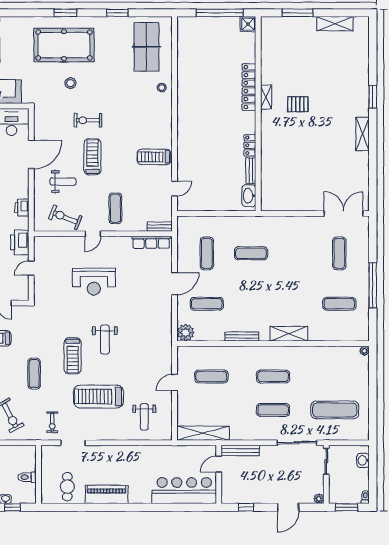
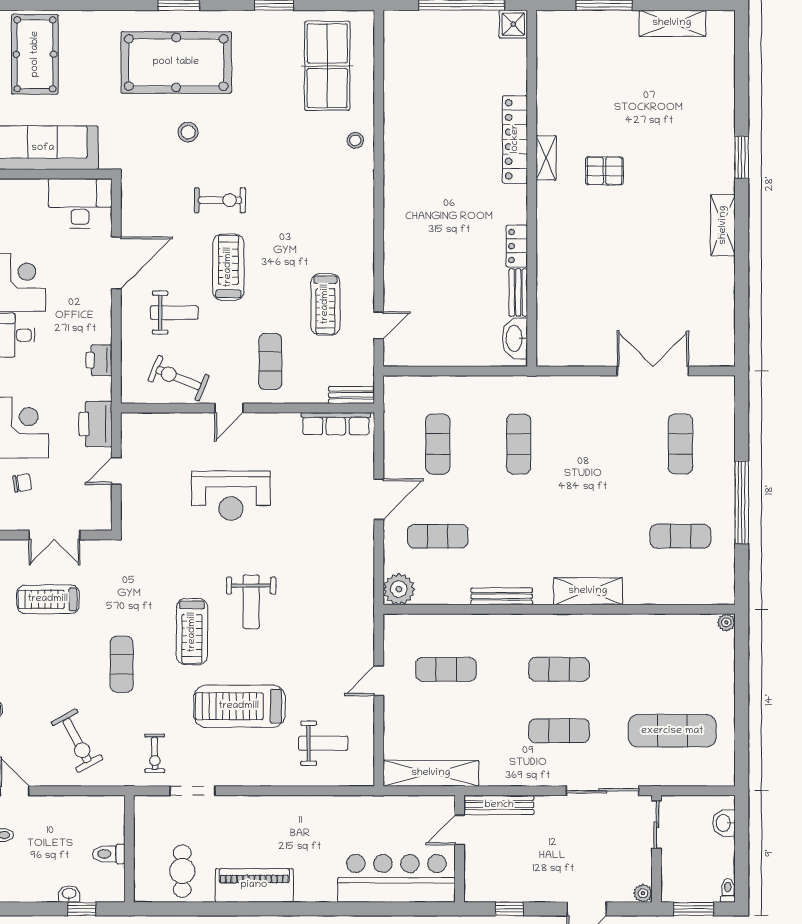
exercise bike: (88, 120) -> (220, 200), turned 180
treadmill: (154, 157) -> (325, 304), moved, turned -90
double door: (344, 213) -> (653, 371), moved
exercise mat: (251, 253) -> (519, 444), turned 90
weight bench: (144, 417) -> (323, 743), turned -90

